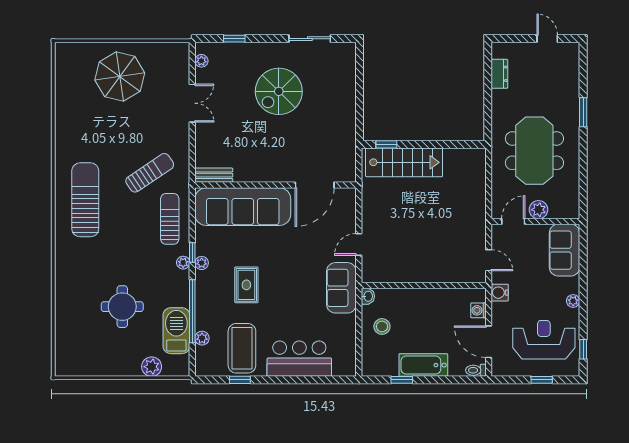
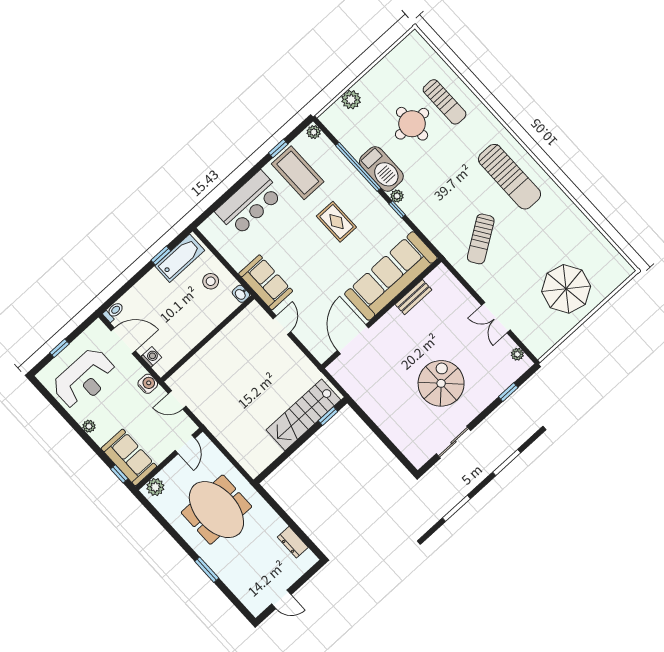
bench: (214, 175) -> (413, 297), moved
plant: (538, 210) -> (155, 487), moved
sun lounger: (170, 219) -> (445, 102), moved
plant: (202, 263) -> (383, 208), removed
barbecue: (176, 331) -> (381, 169), moved
plant: (202, 338) -> (314, 132), moved
window: (583, 349) -> (119, 474), moved
bathtub: (423, 365) -> (180, 258), moved

